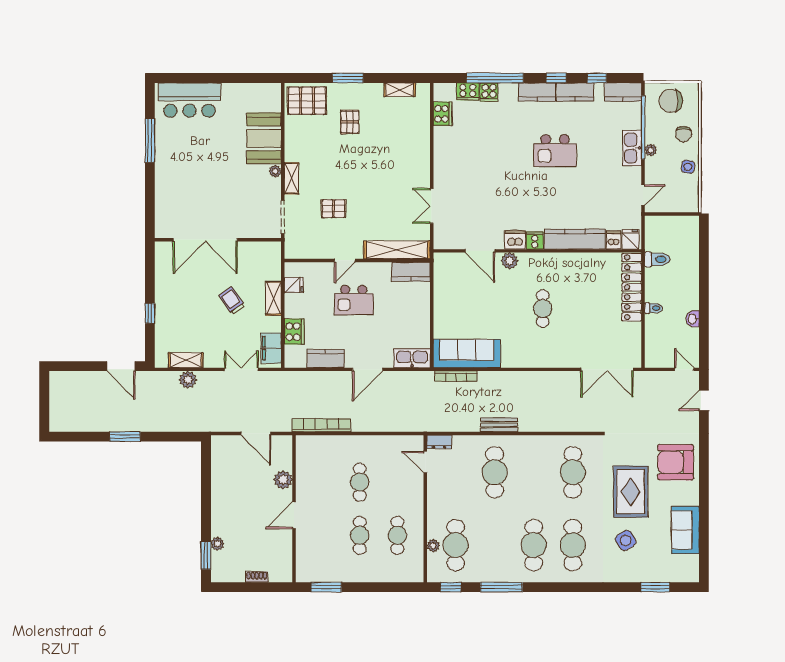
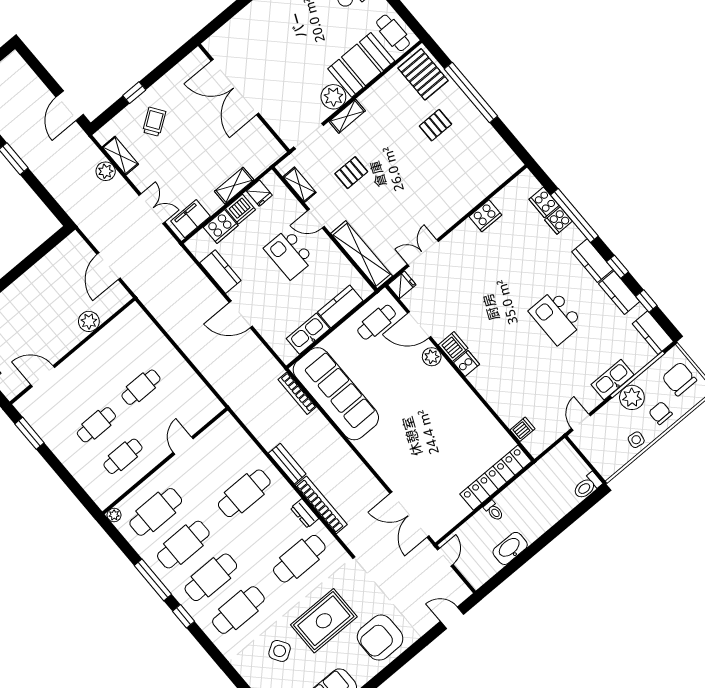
window: (348, 78) -> (471, 93), width x2.11
shelving: (400, 90) -> (300, 185), moved
cafe table: (260, 97) -> (393, 33), added
cooker: (443, 114) -> (485, 216), moved
chair: (684, 134) -> (661, 413), turned 90
plant: (651, 150) -> (632, 397), width x1.87, depth x1.87
plant: (275, 171) -> (333, 97), width x1.88, depth x1.88
door: (643, 195) -> (581, 422), swing flipped
pallet: (334, 209) -> (351, 173), turned 90
kitchen counter: (575, 239) -> (496, 396), removed
fridge: (630, 239) -> (402, 285), moved
door: (480, 251) -> (419, 325), hinge flipped
toilet: (657, 259) -> (587, 486), moved, turned 90
kitchen counter: (411, 272) -> (340, 306), moved, turned 90
trolley: (232, 301) -> (154, 122), moved
dishwasher: (294, 308) -> (241, 209), added
cafe table: (543, 309) -> (377, 322), moved
washbasin: (693, 319) -> (510, 548), width x1.91, depth x1.45
sofa: (467, 354) -> (336, 394), width x1.36, depth x1.27
kitchen sink: (412, 358) -> (308, 334), moved, turned -90
door: (684, 369) -> (445, 557), moved
bookcase: (321, 425) -> (321, 505), moved
dresser: (439, 442) -> (305, 513), moved
door: (425, 462) -> (183, 446), moved
armchair: (676, 462) -> (380, 638), turned -90
door: (294, 515) -> (43, 376), moved
cafe table: (495, 545) -> (183, 545), added
plant: (433, 546) -> (114, 515), moved
window: (451, 587) -> (183, 616), moved

